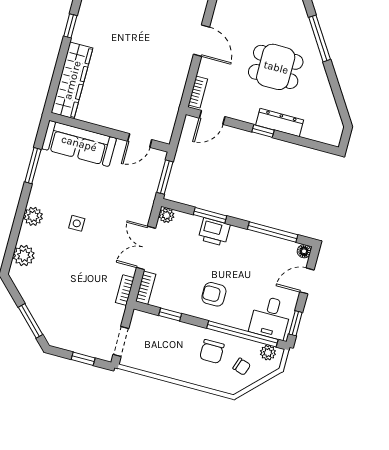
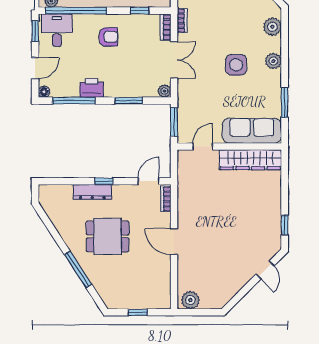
wardrobe: (72, 80) -> (250, 160), moved, turned -90
side table: (77, 223) -> (236, 65), width x1.87, depth x1.87
printer: (214, 232) -> (92, 88), moved

